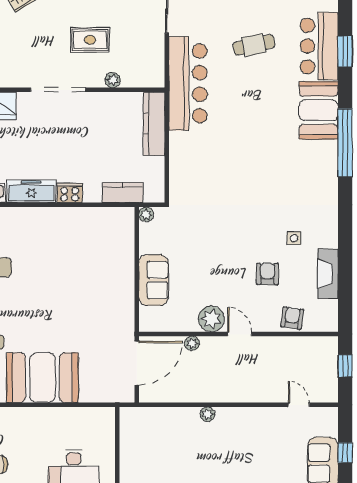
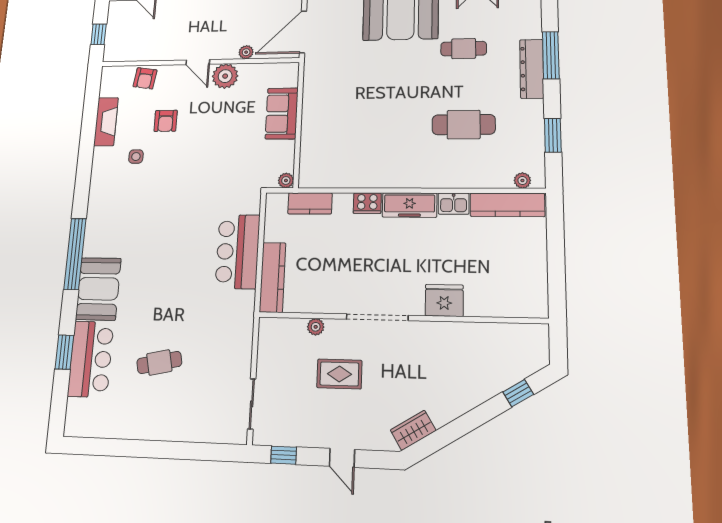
bar counter: (188, 83) -> (238, 252), moved, width x0.73

